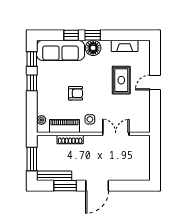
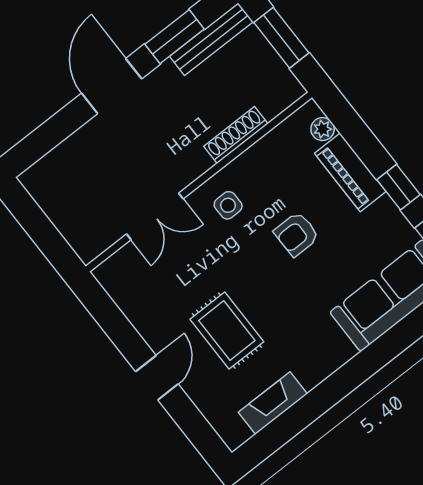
window: (71, 35) -> (394, 341), removed
window: (93, 35) -> (352, 375), removed
floor lamp: (93, 48) -> (332, 350), removed
piano: (64, 126) -> (350, 172), moved, turned 90

